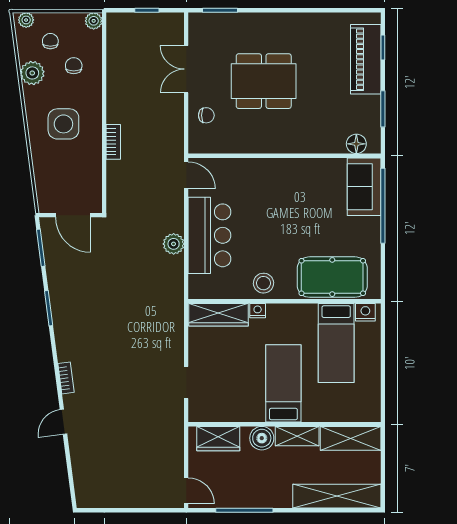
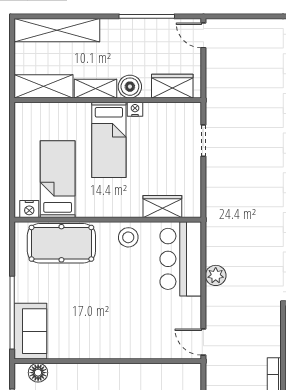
bar counter: (209, 235) -> (181, 259), moved
nightstand: (258, 311) -> (135, 109), moved, turned 180
wardrobe: (219, 315) -> (162, 207), width x0.67

